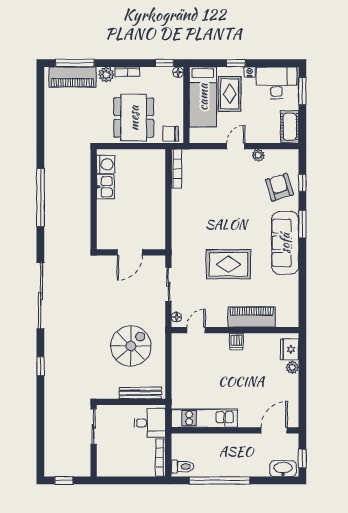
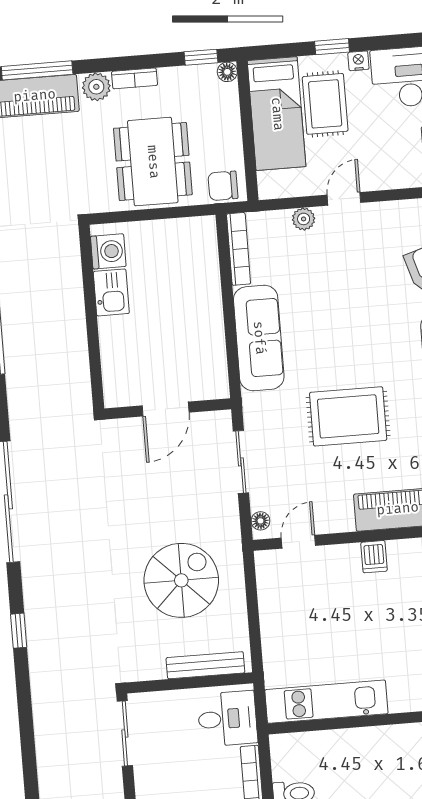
plant: (258, 155) -> (304, 219), moved
sofa: (183, 218) -> (259, 338), added

